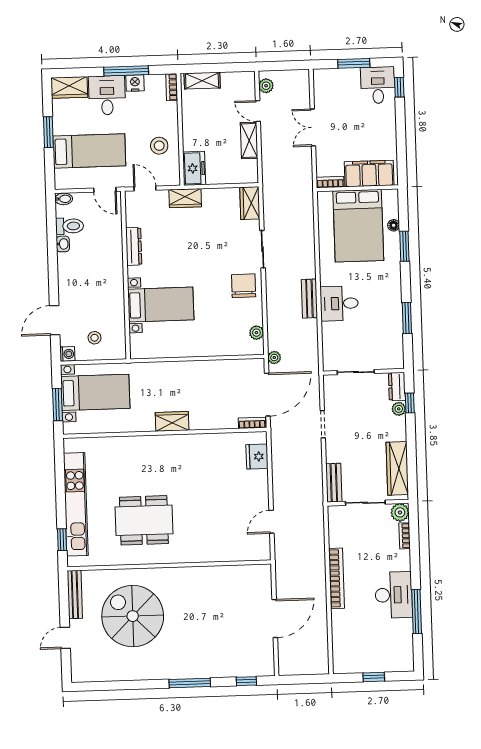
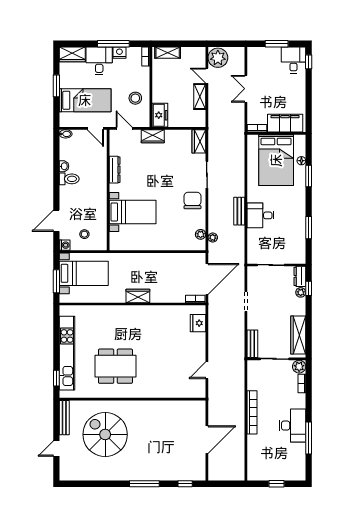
plant: (266, 86) -> (218, 58), width x1.88, depth x1.88
toilet: (70, 226) -> (69, 179), moved
plant: (274, 358) -> (213, 238), moved

